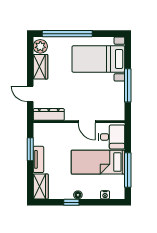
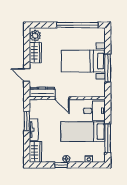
window: (67, 34) -> (77, 25), moved
bed with nightstands: (98, 59) -> (83, 61), moved
door: (87, 122) -> (62, 98), moved

